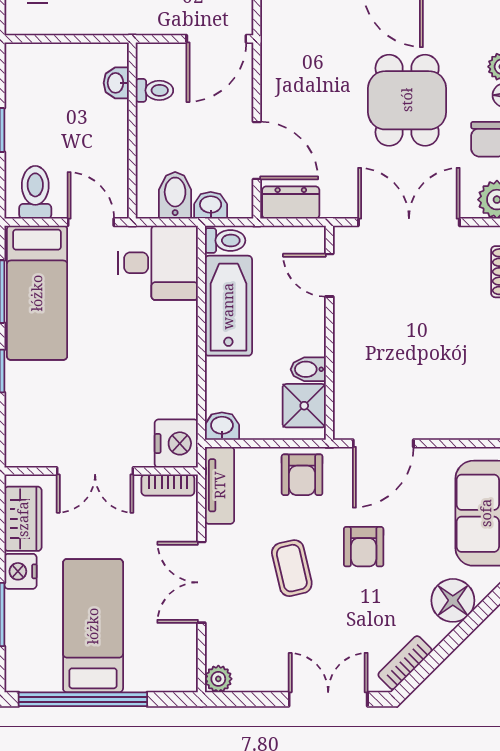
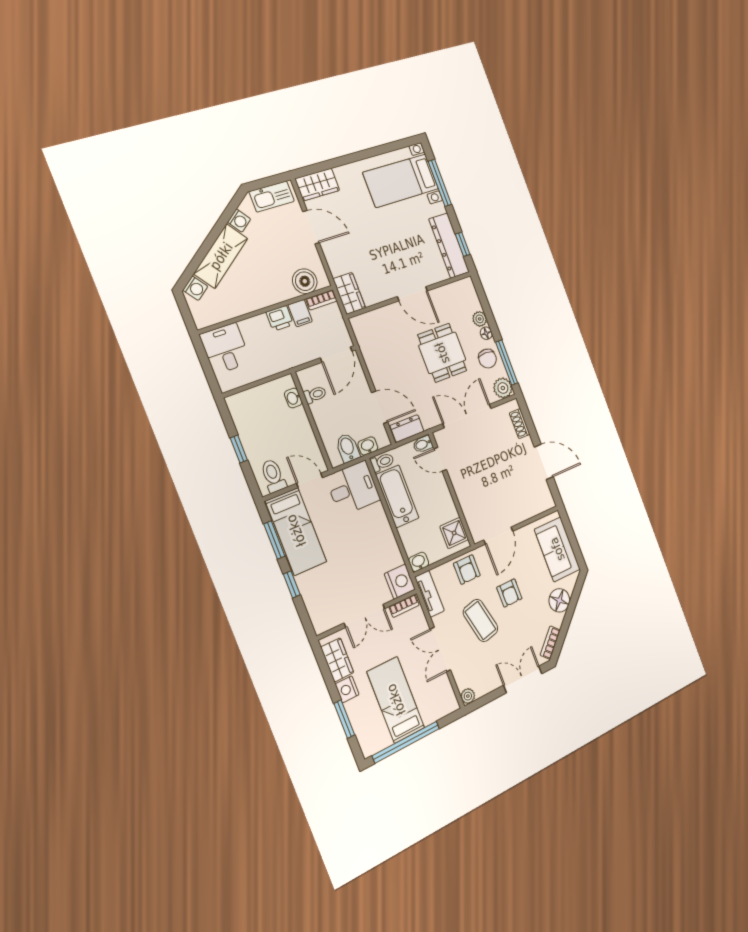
bidet: (308, 369) -> (423, 444), moved
coffee table: (292, 568) -> (480, 620), width x1.36, depth x1.30

